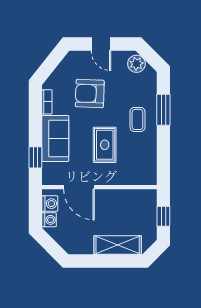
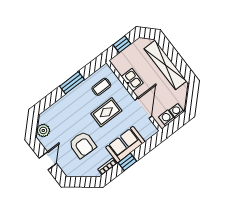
window: (163, 110) -> (72, 83), moved
coffee table: (137, 119) -> (101, 87), moved
window: (35, 157) -> (127, 162), moved
kitchen sink: (118, 198) -> (132, 80), added
shelving: (118, 245) -> (165, 65), width x1.47

